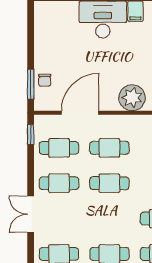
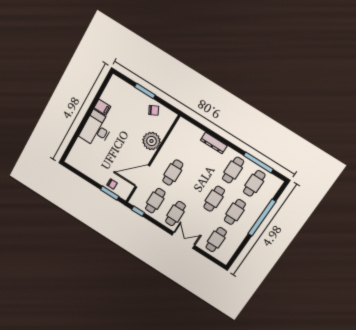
door: (80, 113) -> (142, 176), hinge flipped
cafe table: (109, 183) -> (214, 199), moved
double door: (31, 214) -> (183, 240), swing flipped

